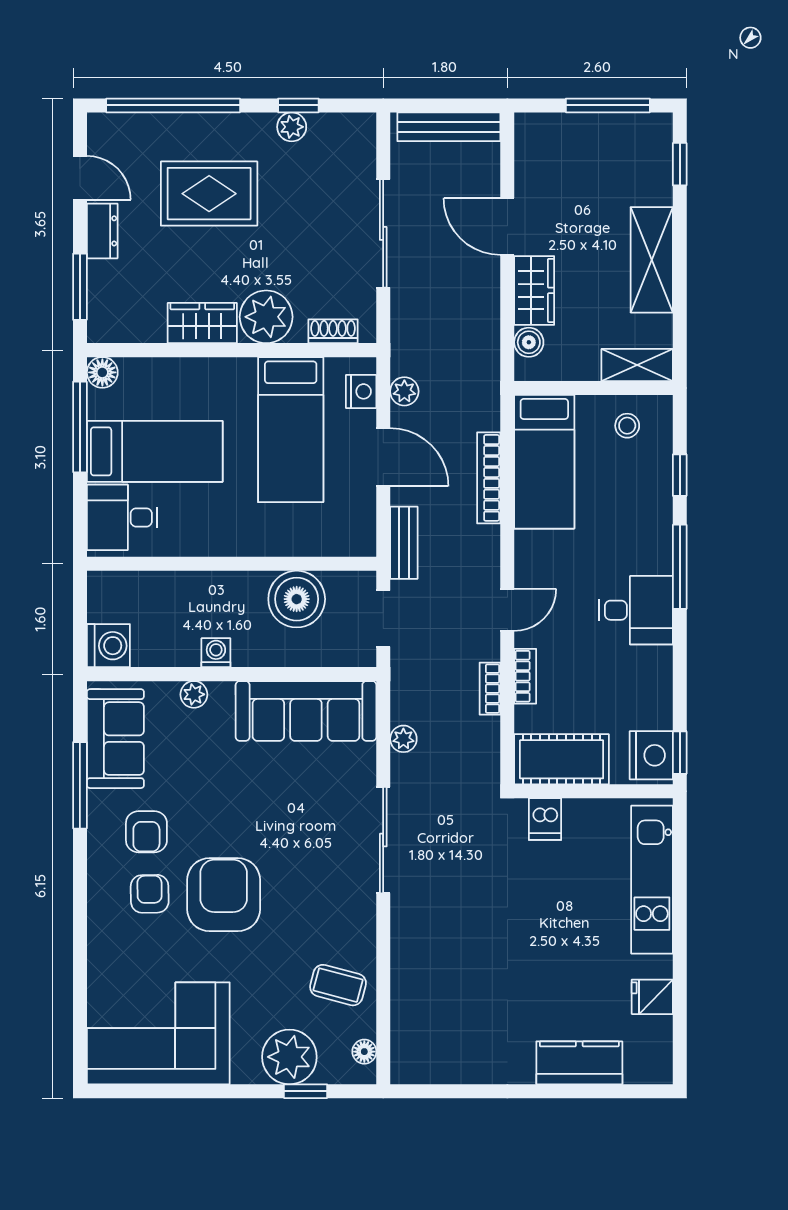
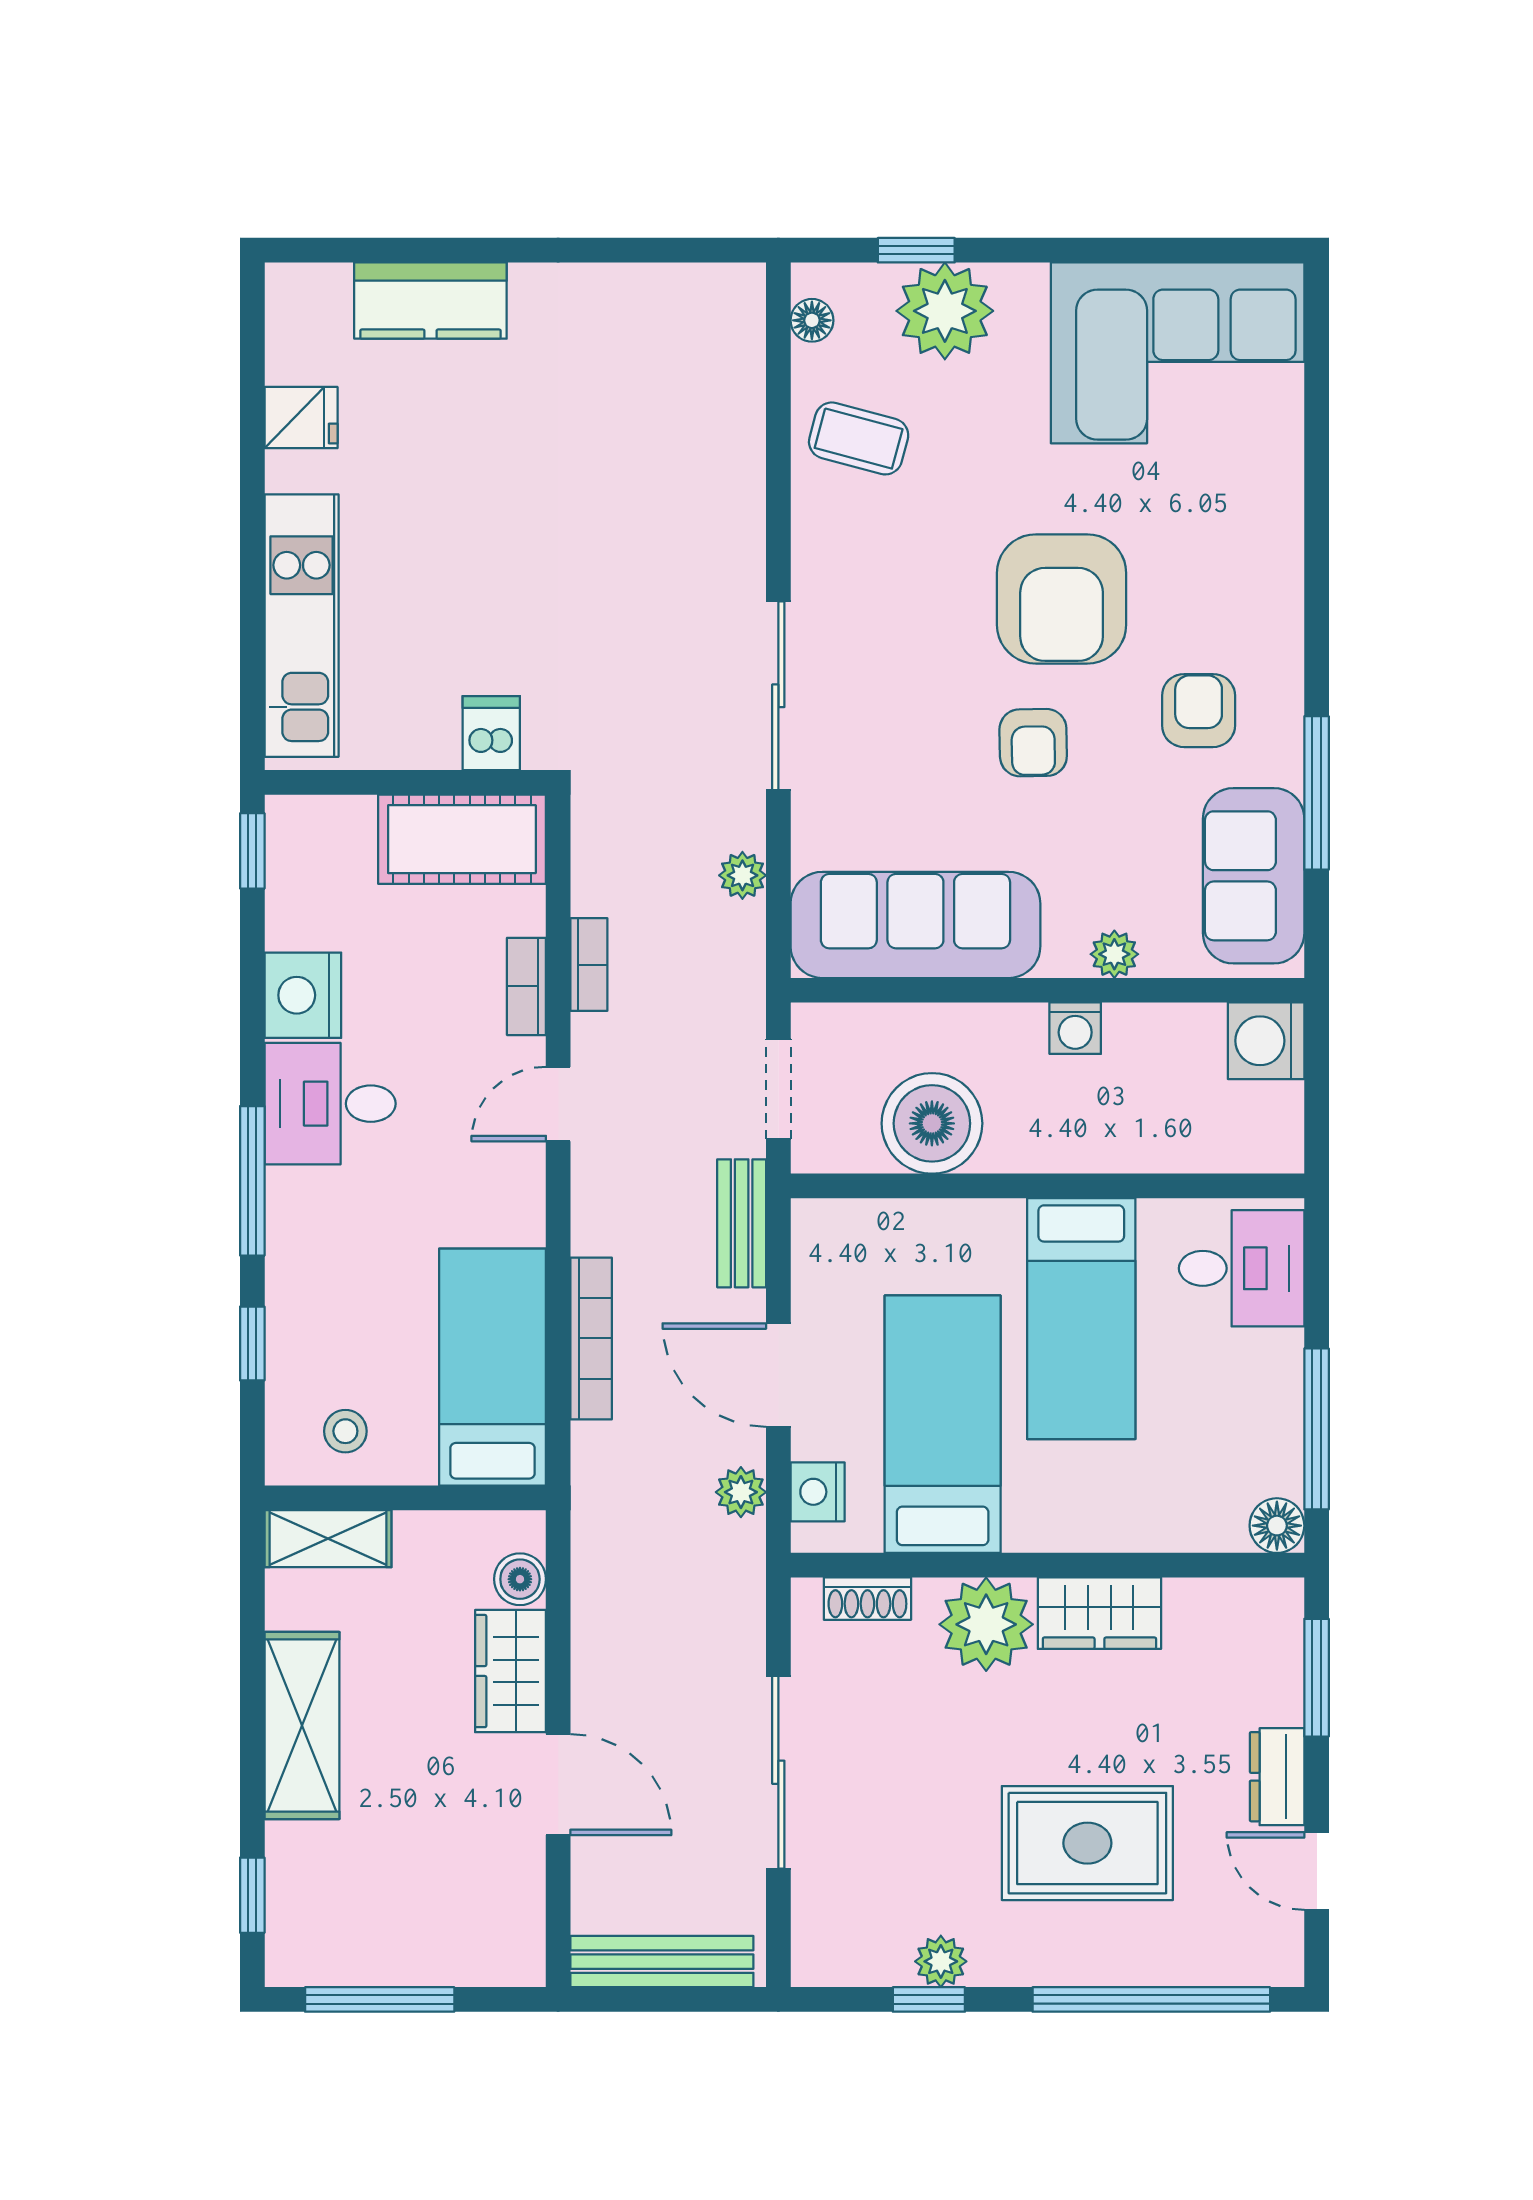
bed: (155, 451) -> (1081, 1319), moved, turned -90
nightstand: (651, 755) -> (303, 995), moved
armchair: (150, 894) -> (1033, 743), moved

